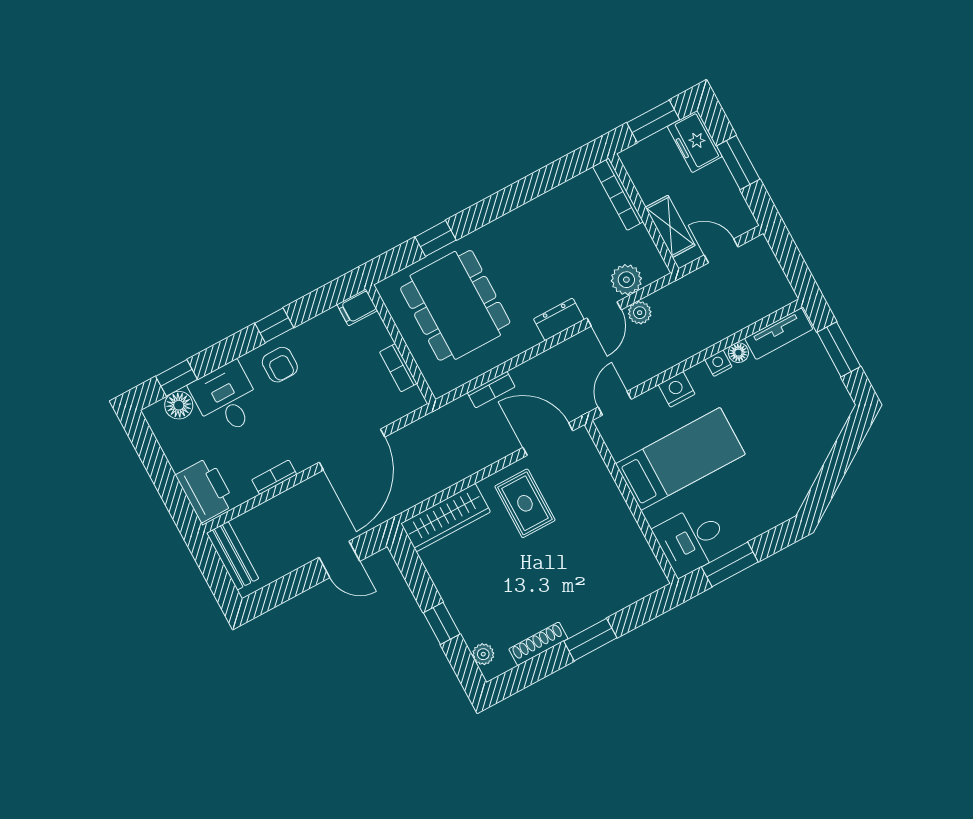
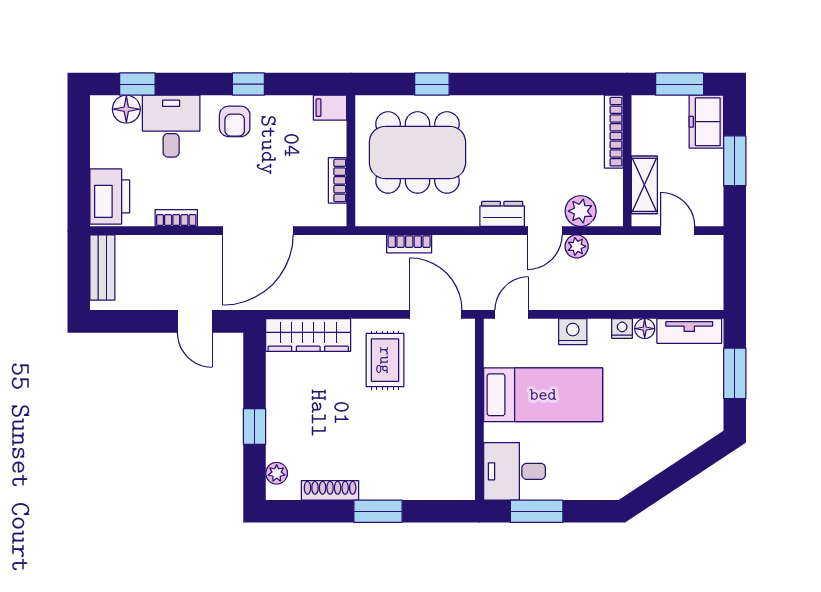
dining table: (455, 305) -> (417, 152), turned 90

